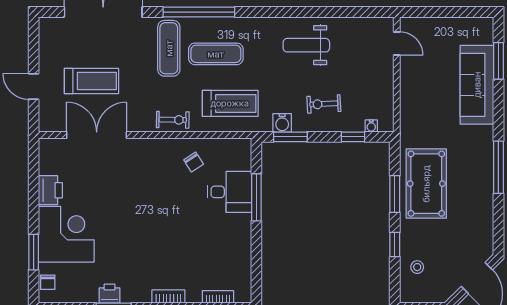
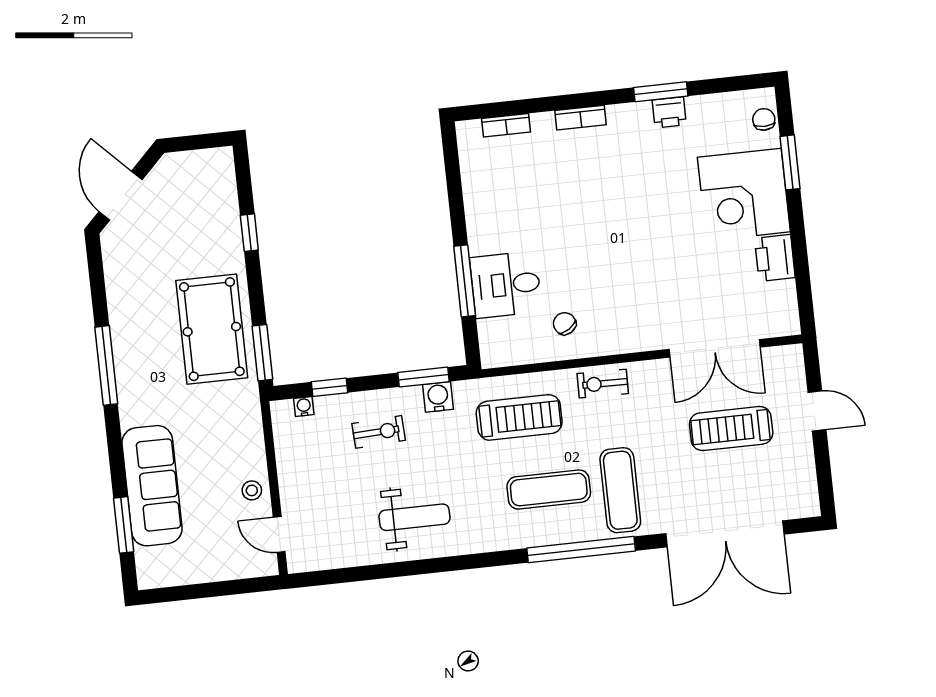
treadmill: (230, 103) -> (519, 417), turned 180
window: (395, 194) -> (262, 353), moved
stool: (417, 267) -> (252, 490), moved

